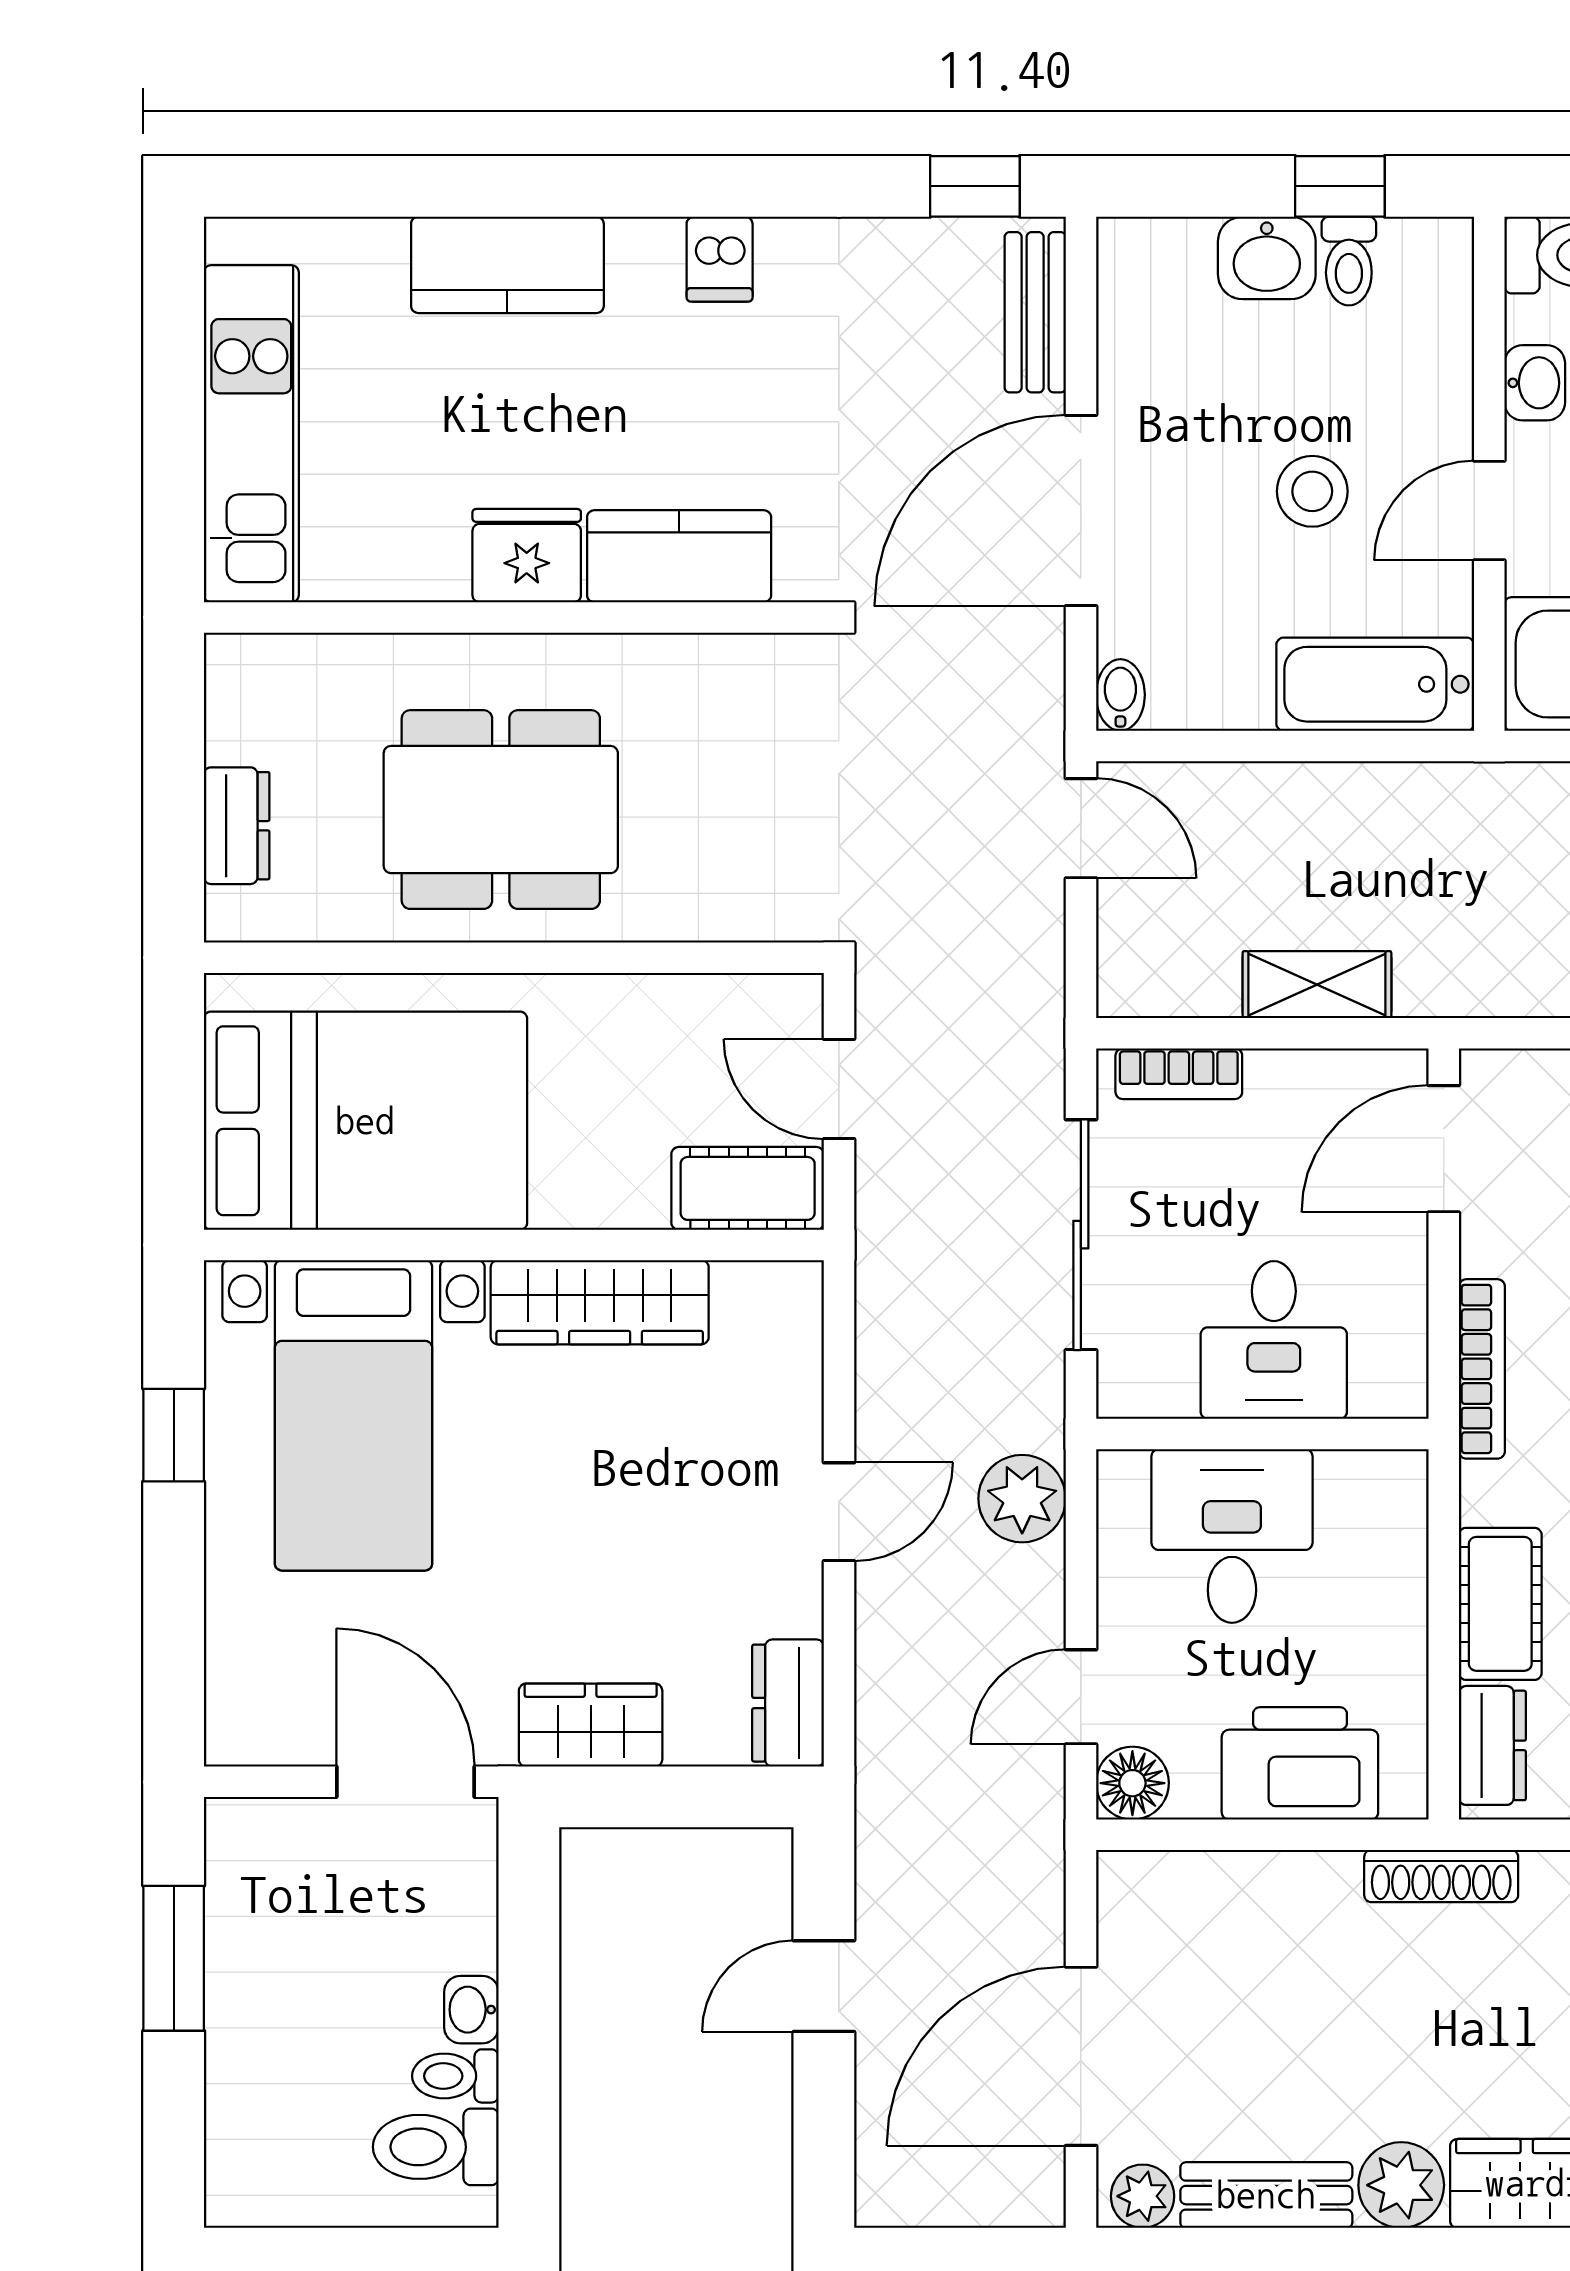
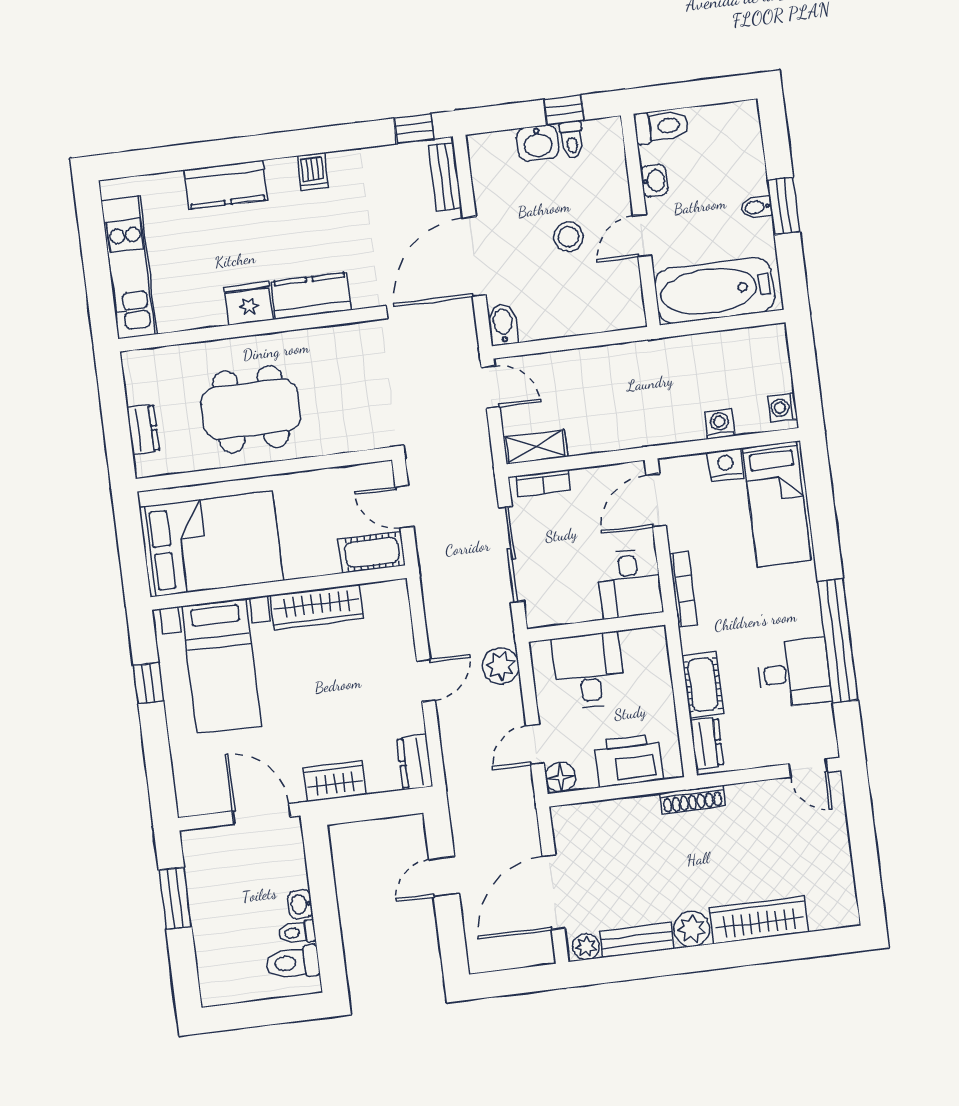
bathtub: (1375, 684) -> (604, 313), removed
bidet: (1120, 695) -> (503, 324), width x1.38, depth x1.36
shelving: (1317, 985) -> (535, 447), moved
desk: (1274, 1340) -> (630, 584), moved

